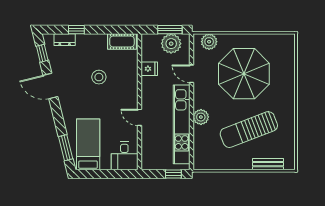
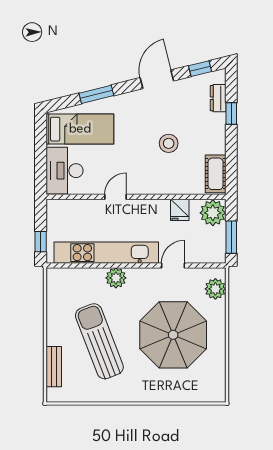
plant: (171, 44) -> (213, 213), moved
window: (66, 148) -> (96, 94), moved
desk: (124, 156) -> (65, 171), width x1.37

